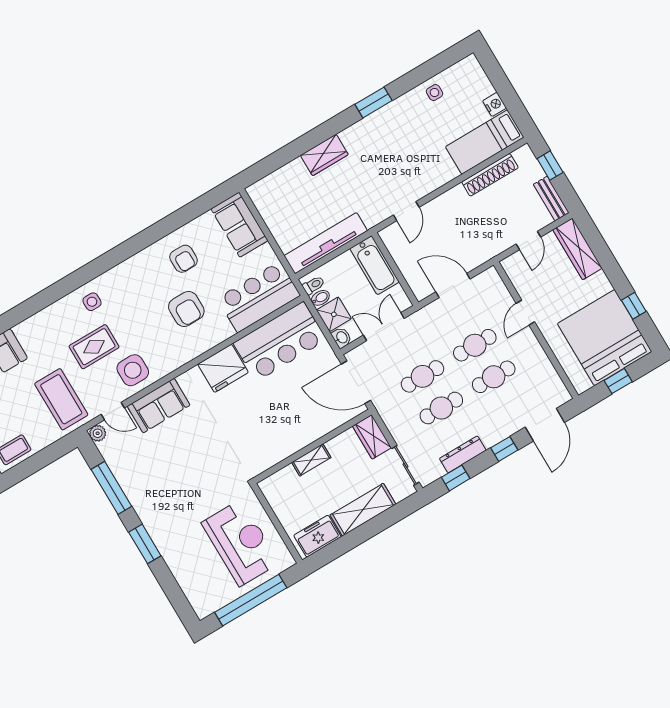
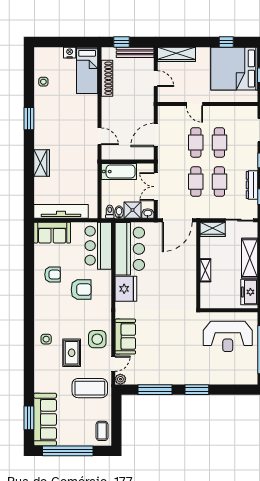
bench: (551, 199) -> (135, 52), width x1.36
tv unit: (326, 243) -> (61, 211), moved, turned 90
reception desk: (240, 543) -> (228, 336), turned 180

